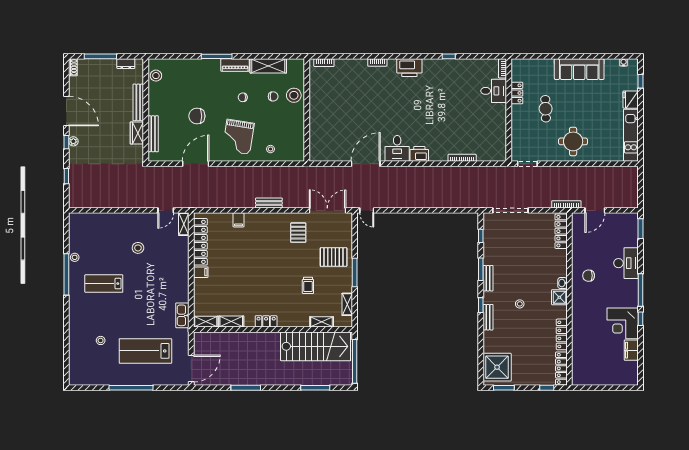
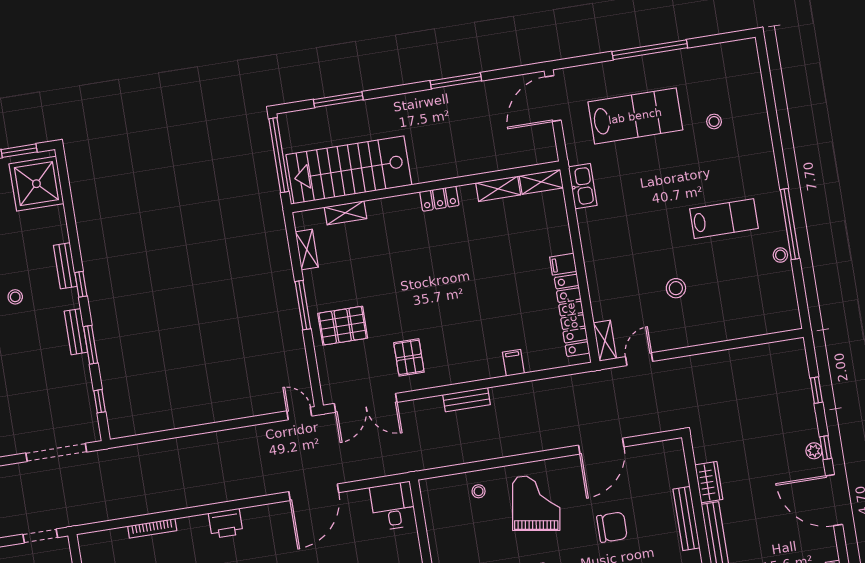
bench: (153, 134) -> (686, 519), moved
desk: (397, 148) -> (393, 506), moved
trolley: (308, 285) -> (378, 271), removed

